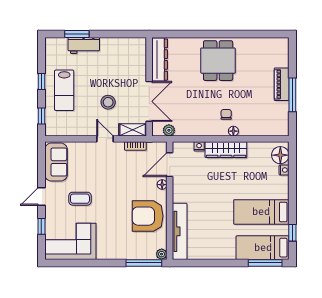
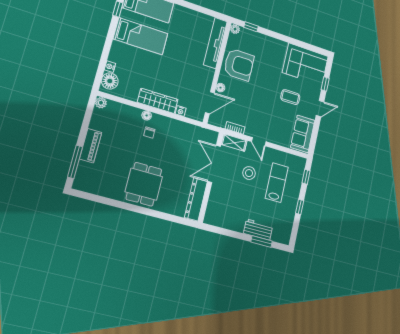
lab bench: (64, 90) -> (277, 183), moved
window: (292, 95) -> (75, 162), moved
plant: (169, 130) -> (101, 103), moved
window: (144, 263) -> (251, 27), width x0.46

